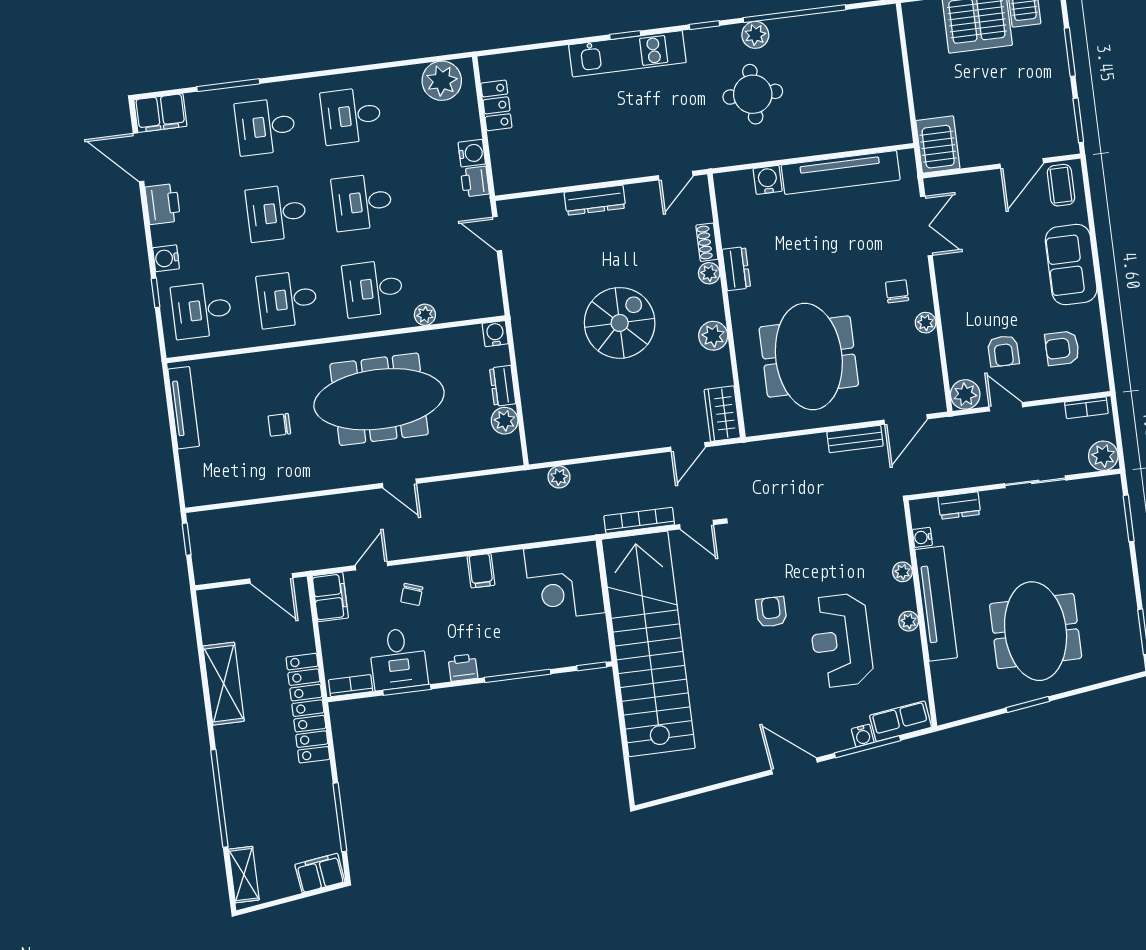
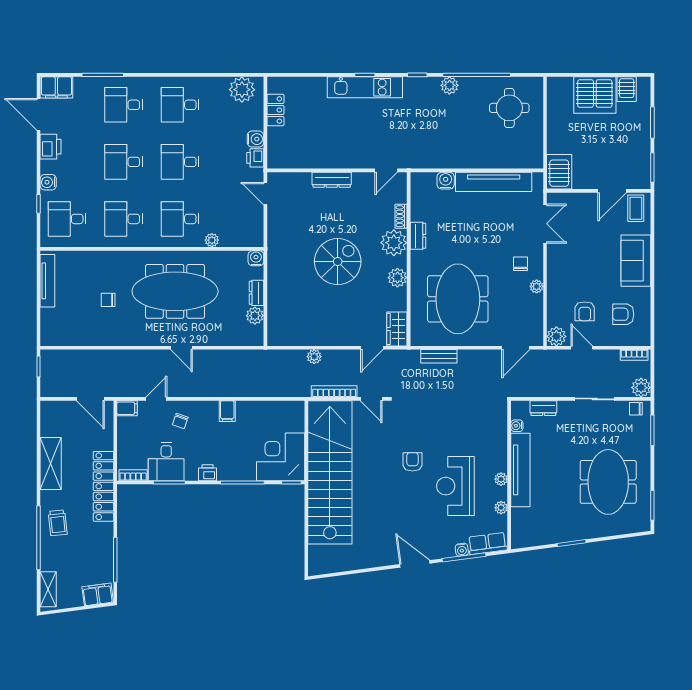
round table: (753, 94) -> (509, 108), moved
plant: (709, 273) -> (394, 243), width x1.88, depth x1.88
bench: (855, 439) -> (439, 356), moved
plant: (559, 477) -> (314, 357), moved
chair: (1099, 489) -> (636, 409), added
plant: (902, 572) -> (501, 508), moved
corner desk: (564, 581) -> (281, 457), moved, turned 90
filing cabinet: (330, 597) -> (127, 408), width x0.50
meeting table: (1036, 631) -> (608, 482), moved
trolley: (246, 772) -> (58, 523), added

